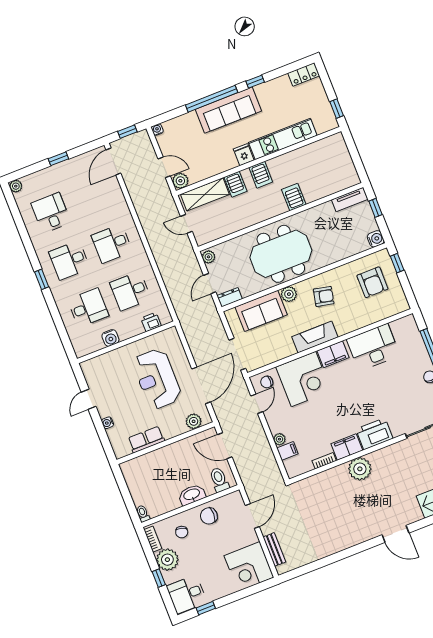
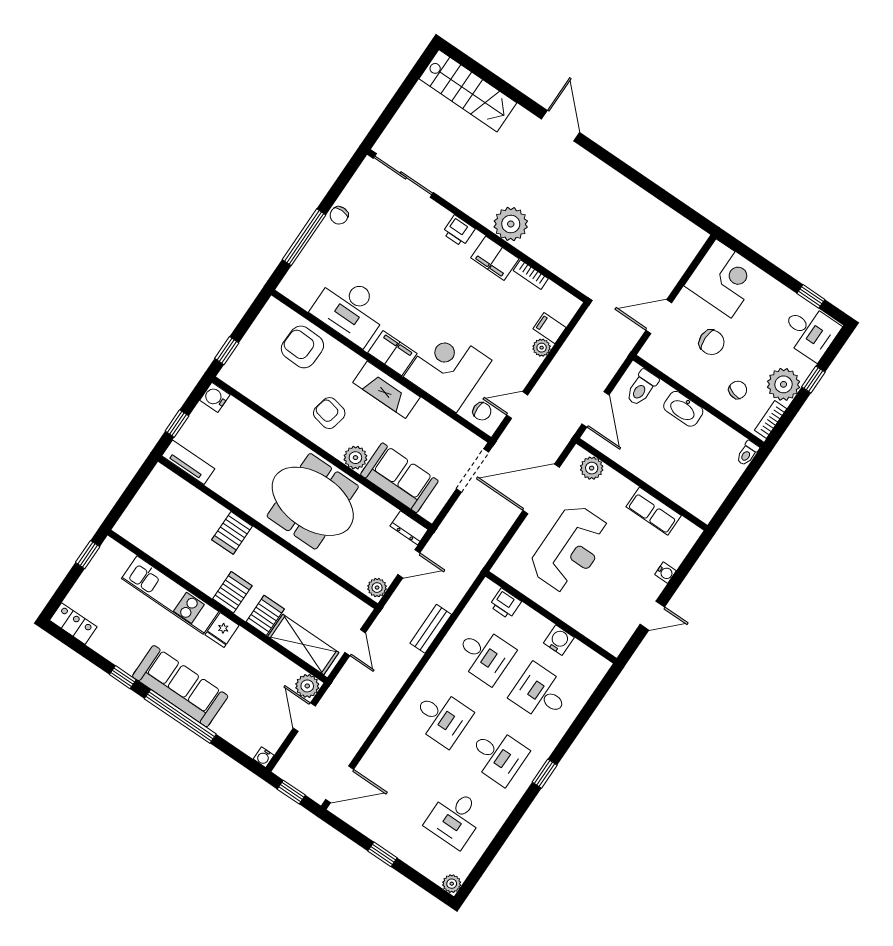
armchair: (372, 282) -> (302, 347), moved, turned -88
printer: (374, 434) -> (459, 231), width x0.53, depth x0.68
chair: (209, 516) -> (712, 342), moved
bench: (274, 549) -> (431, 629), moved

